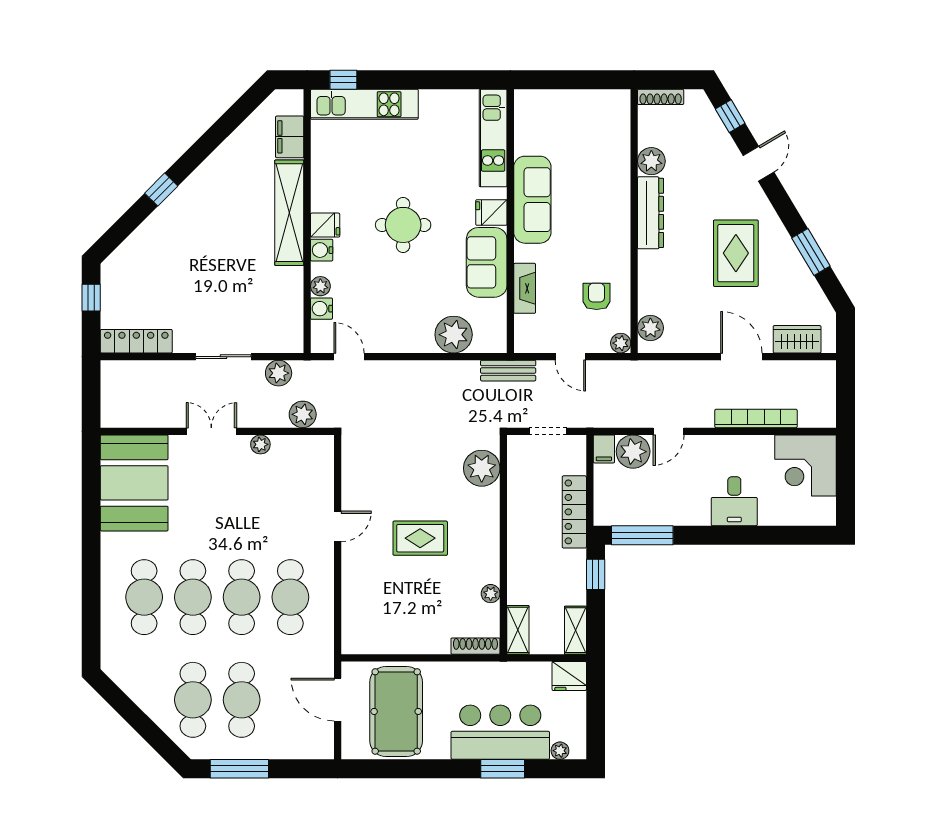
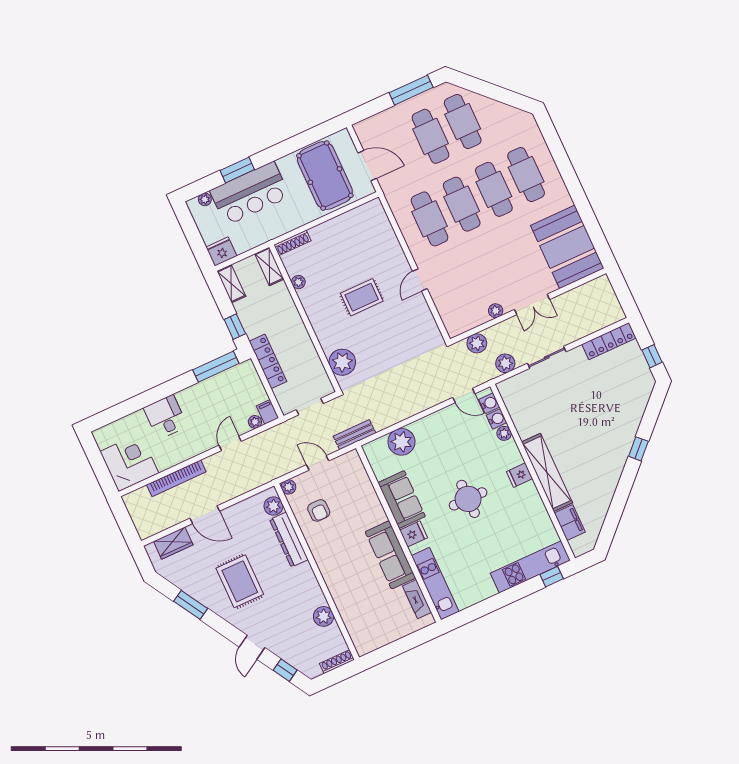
dresser: (651, 213) -> (289, 540), moved
water cooler: (322, 250) -> (489, 403), moved
fireplace: (525, 288) -> (417, 599), moved
plant: (633, 452) -> (255, 422), width x0.53, depth x0.53

